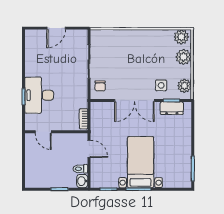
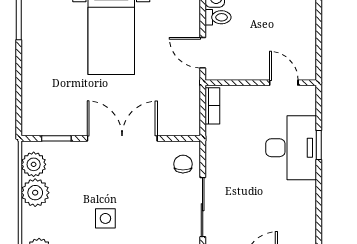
plant: (183, 57) -> (35, 193), moved
side table: (161, 85) -> (105, 218), moved
dresser: (172, 108) -> (56, 125), removed

